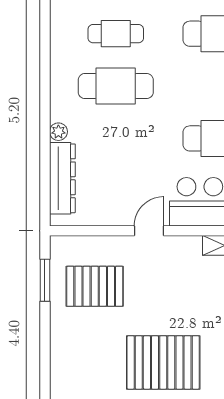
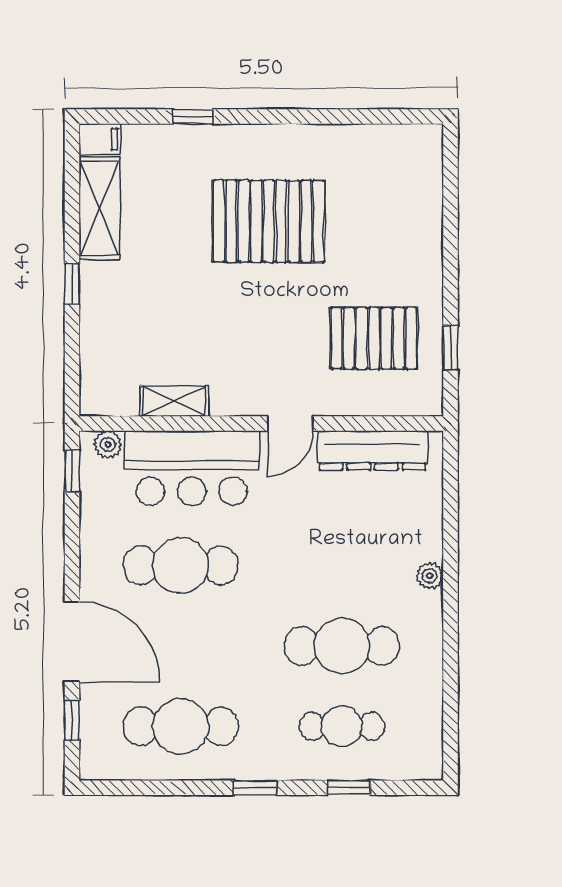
dresser: (62, 178) -> (373, 450), moved, turned -90
window: (45, 280) -> (450, 347), width x0.67

